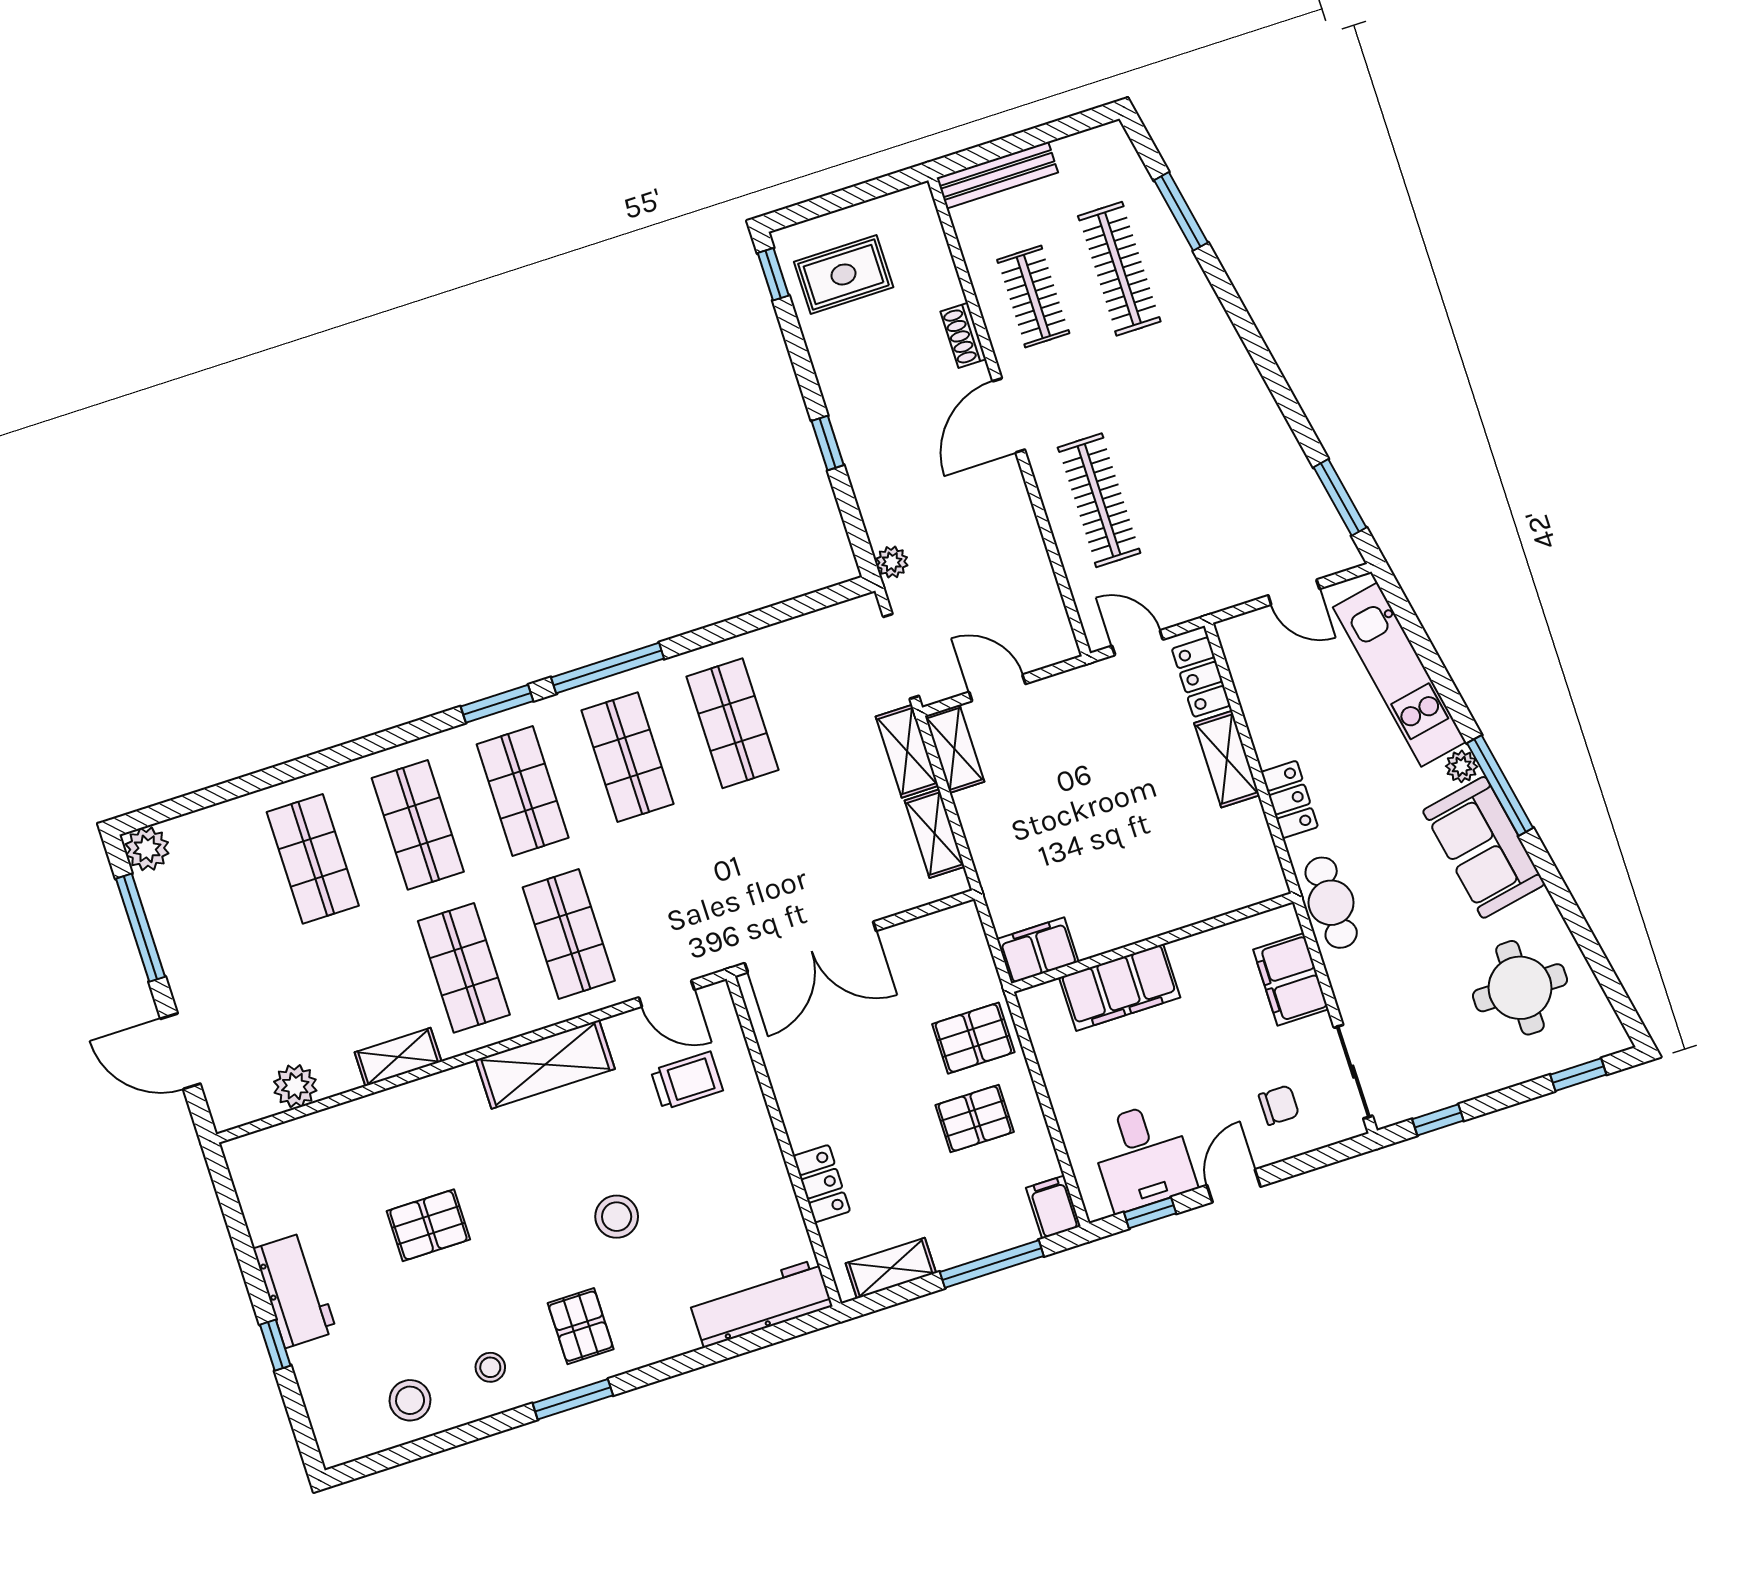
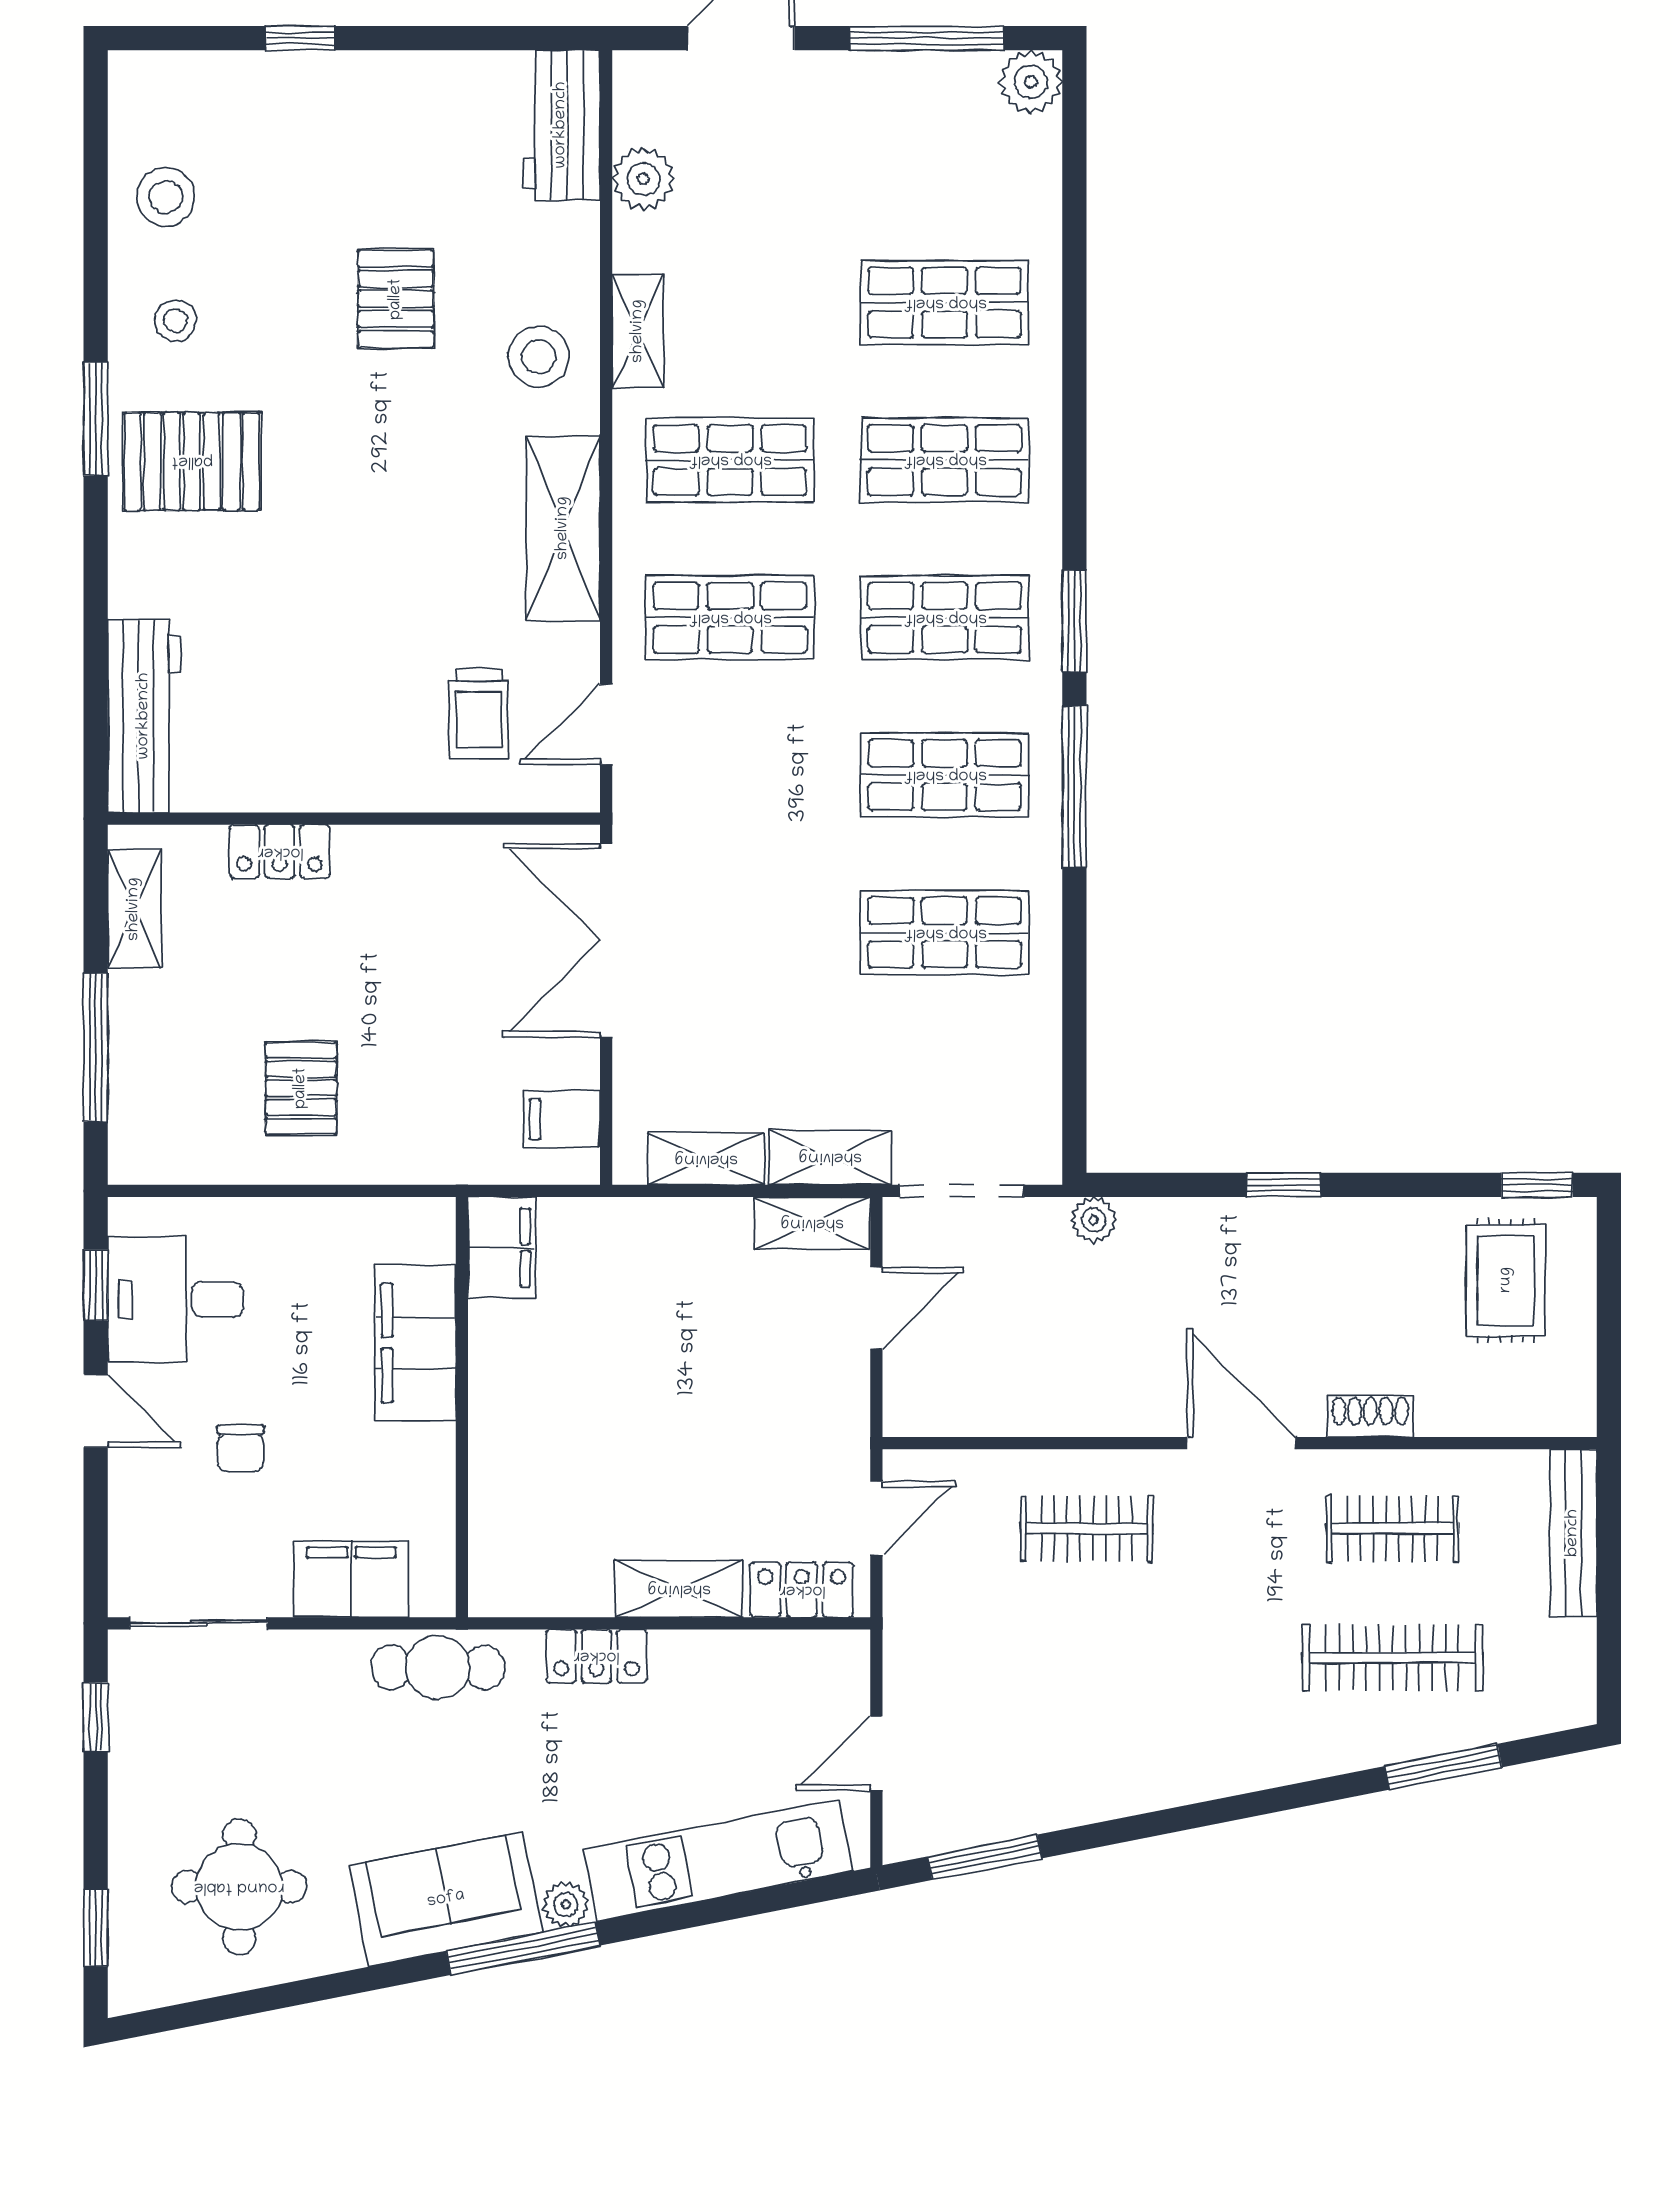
clothes rail: (1099, 500) -> (1087, 1529), width x0.73
pallet: (973, 1038) -> (411, 1122), removed
chair: (1279, 1105) -> (241, 1448), moved
filing cabinet: (1053, 1207) -> (562, 1119), moved, turned 180
stool: (617, 1217) -> (539, 357), moved
workbench: (295, 1290) -> (561, 125), moved, turned 90
pallet: (581, 1326) -> (192, 461), width x1.50, depth x1.42

